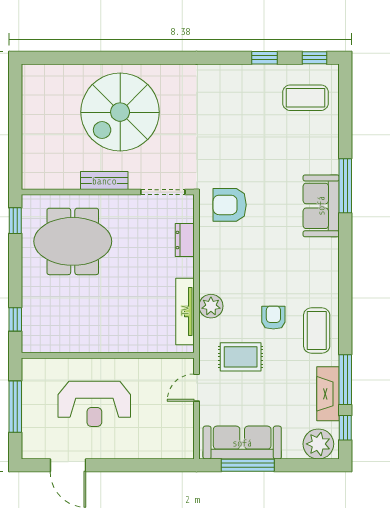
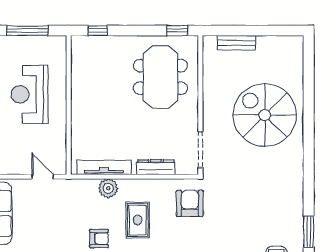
window: (265, 58) -> (309, 231), width x1.50
bench: (104, 181) -> (236, 43), moved, turned 90
dresser: (185, 240) -> (156, 167), width x1.44
rug: (241, 357) -> (138, 220), moved

